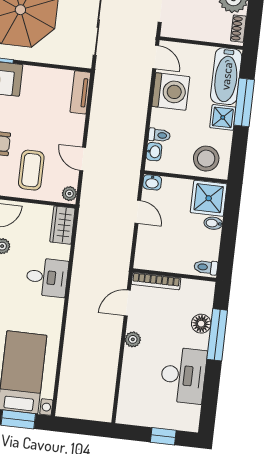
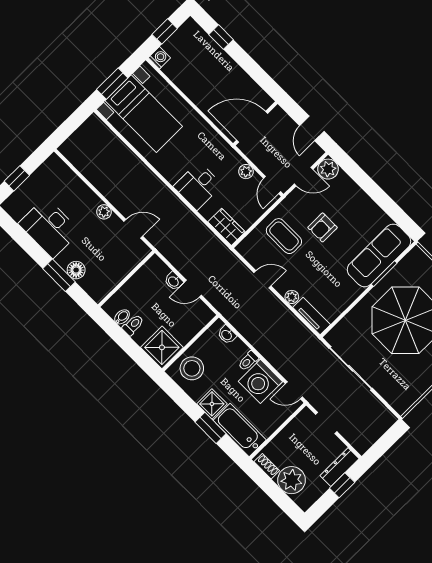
window: (244, 102) -> (211, 428), width x0.69
toilet: (159, 135) -> (248, 361), moved
washbasin: (152, 182) -> (174, 281), moved, turned -90
plant: (69, 194) -> (292, 297), moved
bidet: (213, 223) -> (122, 317), moved
toilet: (206, 267) -> (133, 325), moved
bookcase: (156, 281) -> (133, 262), removed
door: (127, 303) -> (133, 229), hinge flipped
window: (217, 335) -> (59, 275), width x0.69

